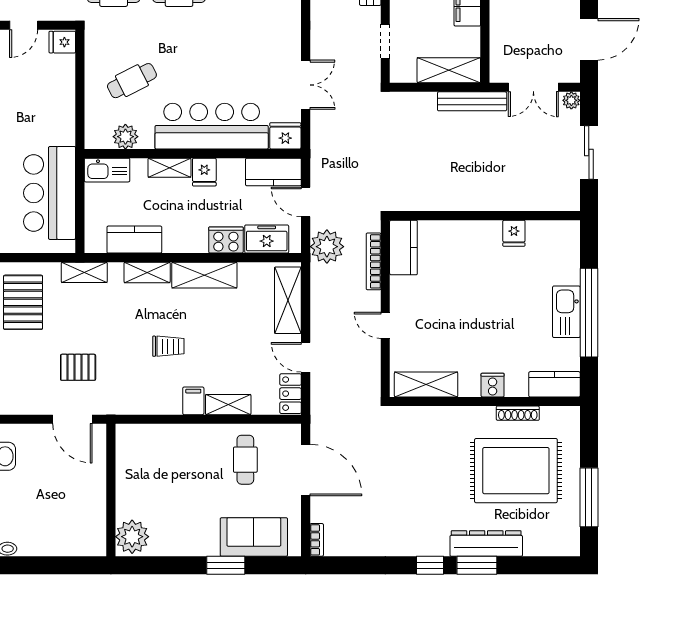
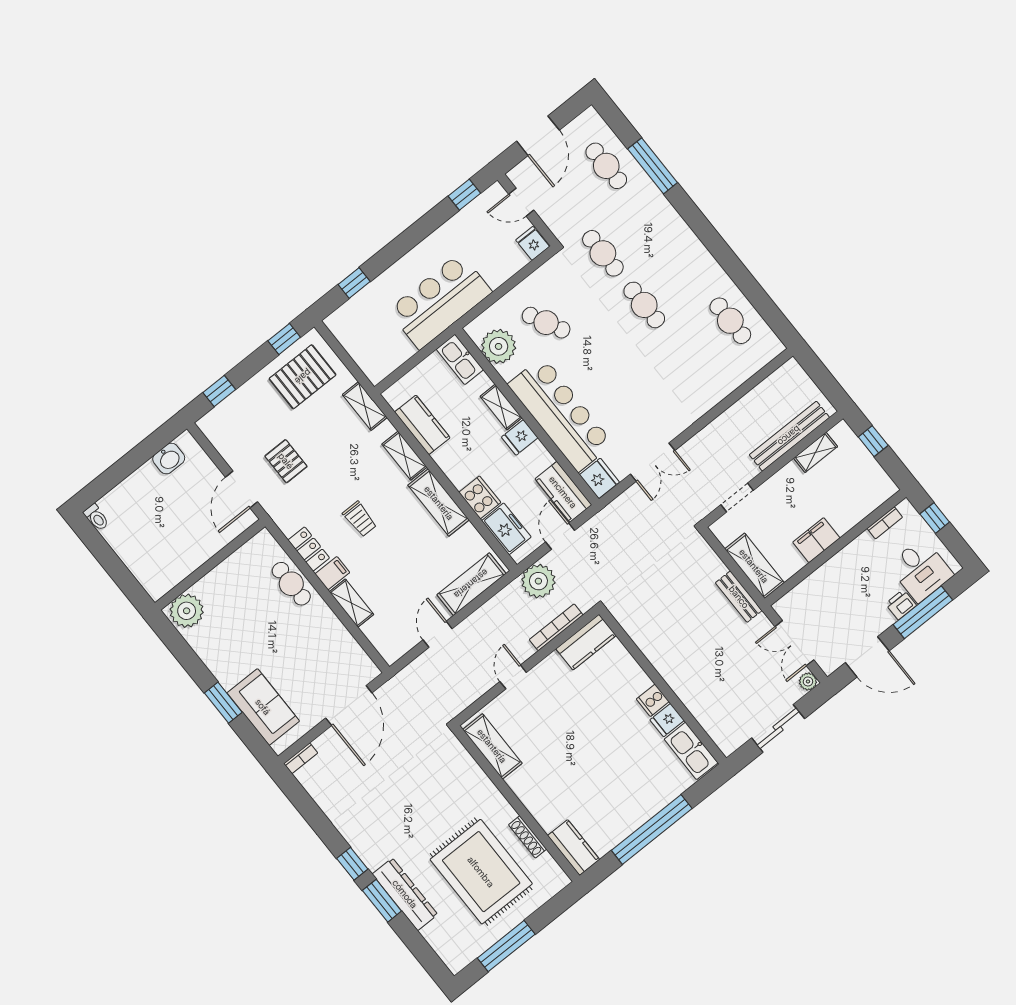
bench: (472, 101) -> (739, 597), width x0.73
plant: (125, 137) -> (499, 346), width x1.36, depth x1.36
bar counter: (50, 193) -> (440, 301), moved
kitchen sink: (566, 312) -> (691, 751), moved, turned -90
cooker: (493, 385) -> (653, 700), moved, turned 180
locker: (291, 394) -> (309, 549), moved, turned 90
cafe table: (245, 460) -> (291, 584), moved, turned 90

